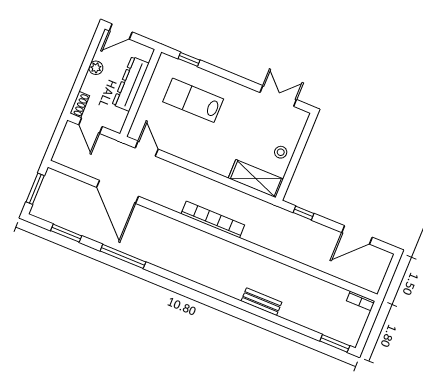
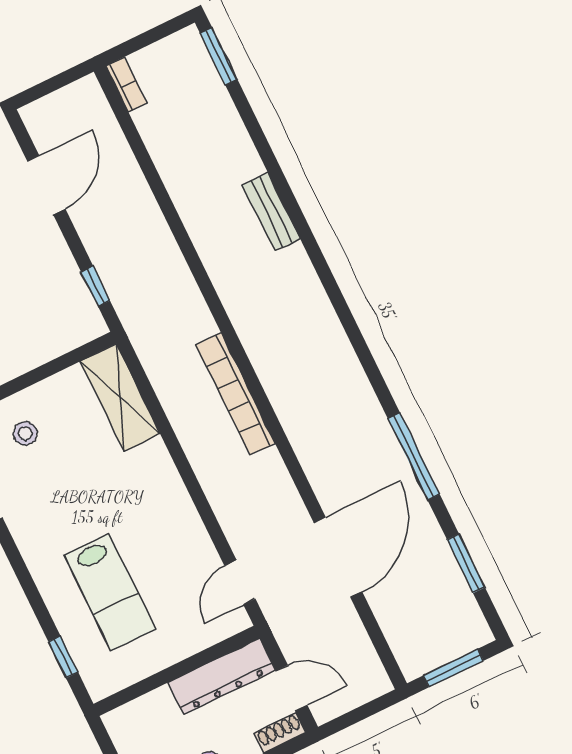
dresser: (131, 84) -> (222, 676), moved
door: (91, 126) -> (292, 688), hinge flipped
stool: (281, 152) -> (25, 433), moved
door: (357, 235) -> (46, 185), hinge flipped

